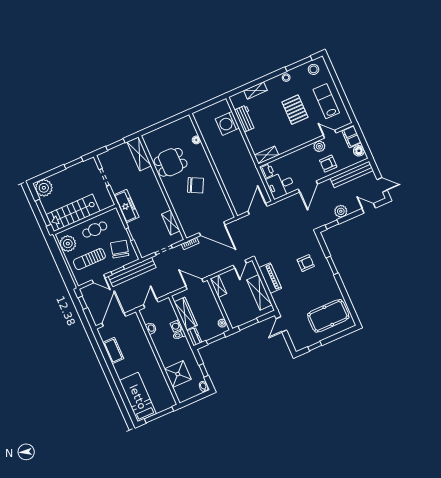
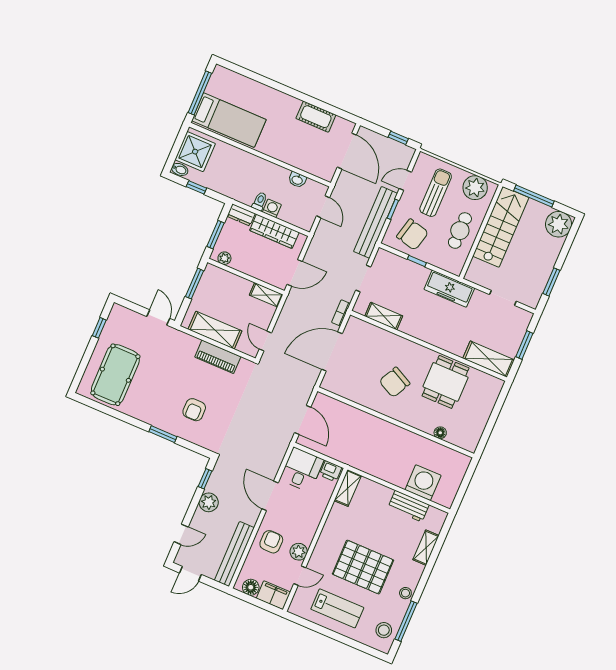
pallet: (295, 110) -> (363, 567), width x1.37, depth x1.41
shower: (178, 374) -> (195, 152), moved
bed: (138, 397) -> (229, 120), moved

